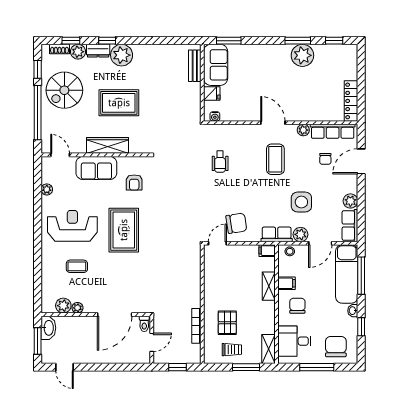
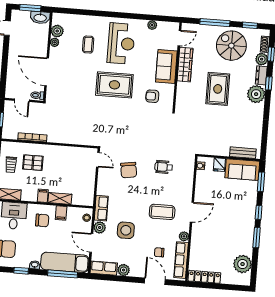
window: (334, 41) -> (259, 212), moved
plant: (302, 55) -> (243, 264), moved
window: (38, 113) -> (215, 23), width x0.68
wardrobe: (107, 145) -> (185, 65), moved
chair: (236, 223) -> (129, 170), moved
filing cabinet: (267, 251) -> (43, 196), moved

